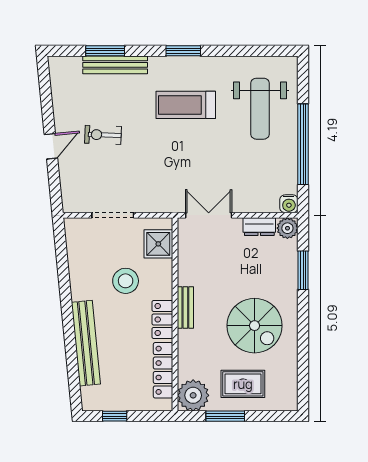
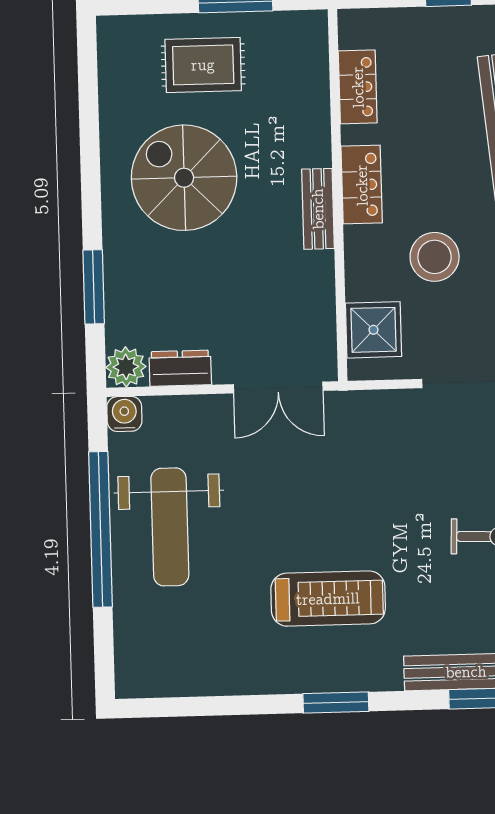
weight bench: (260, 109) -> (170, 527), moved, turned 180
locker: (163, 370) -> (358, 87), width x0.66
plant: (193, 395) -> (298, 40), removed

